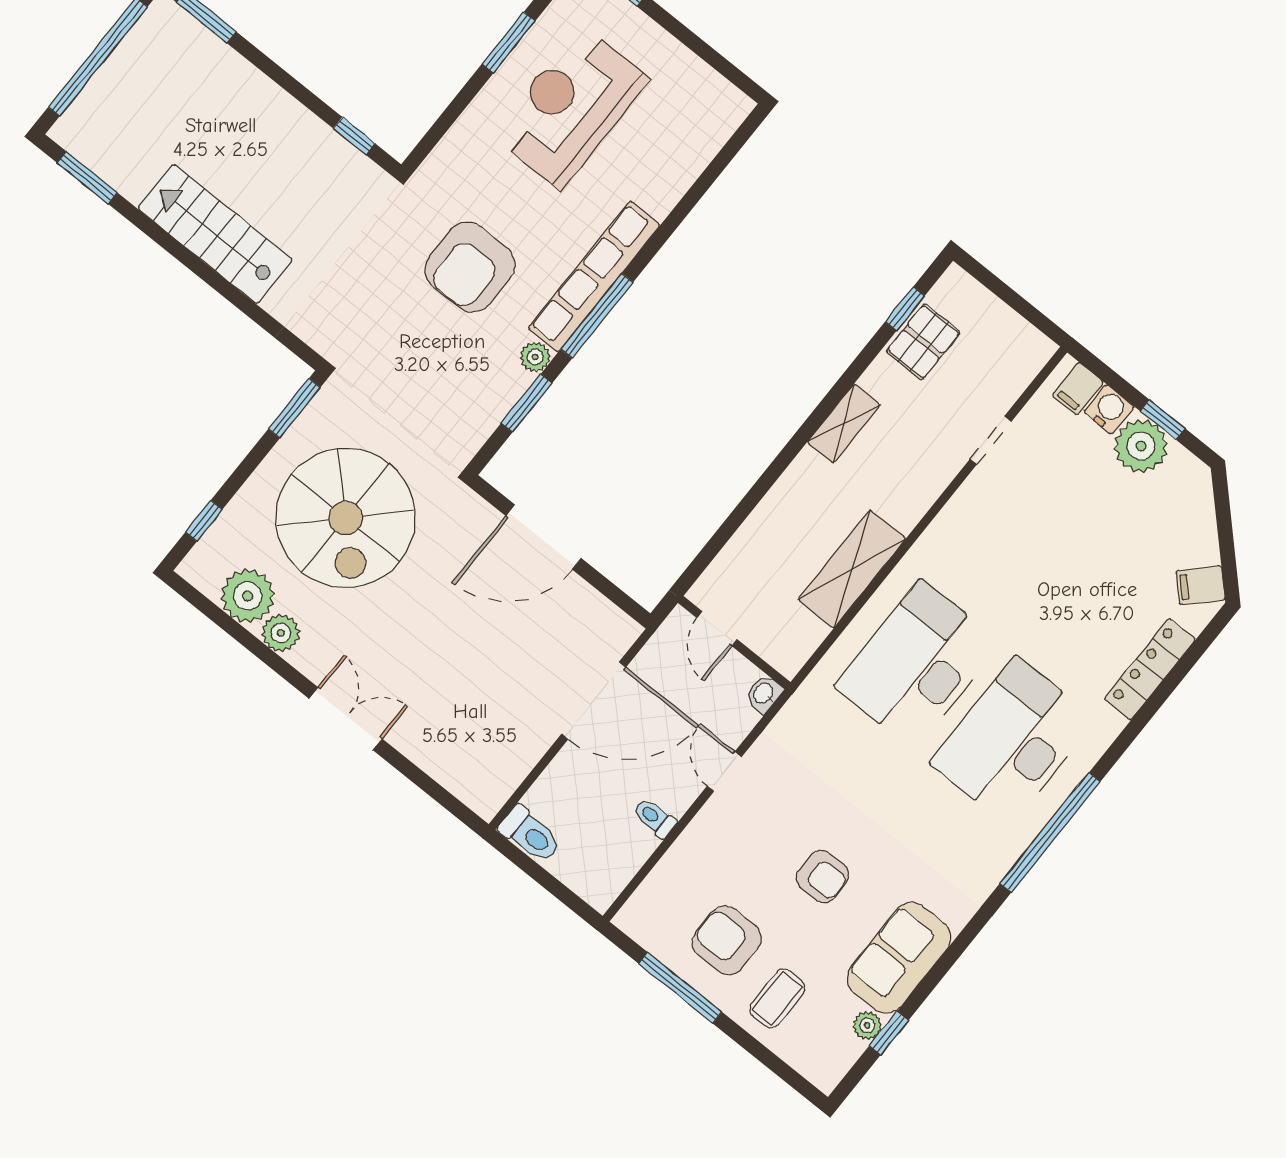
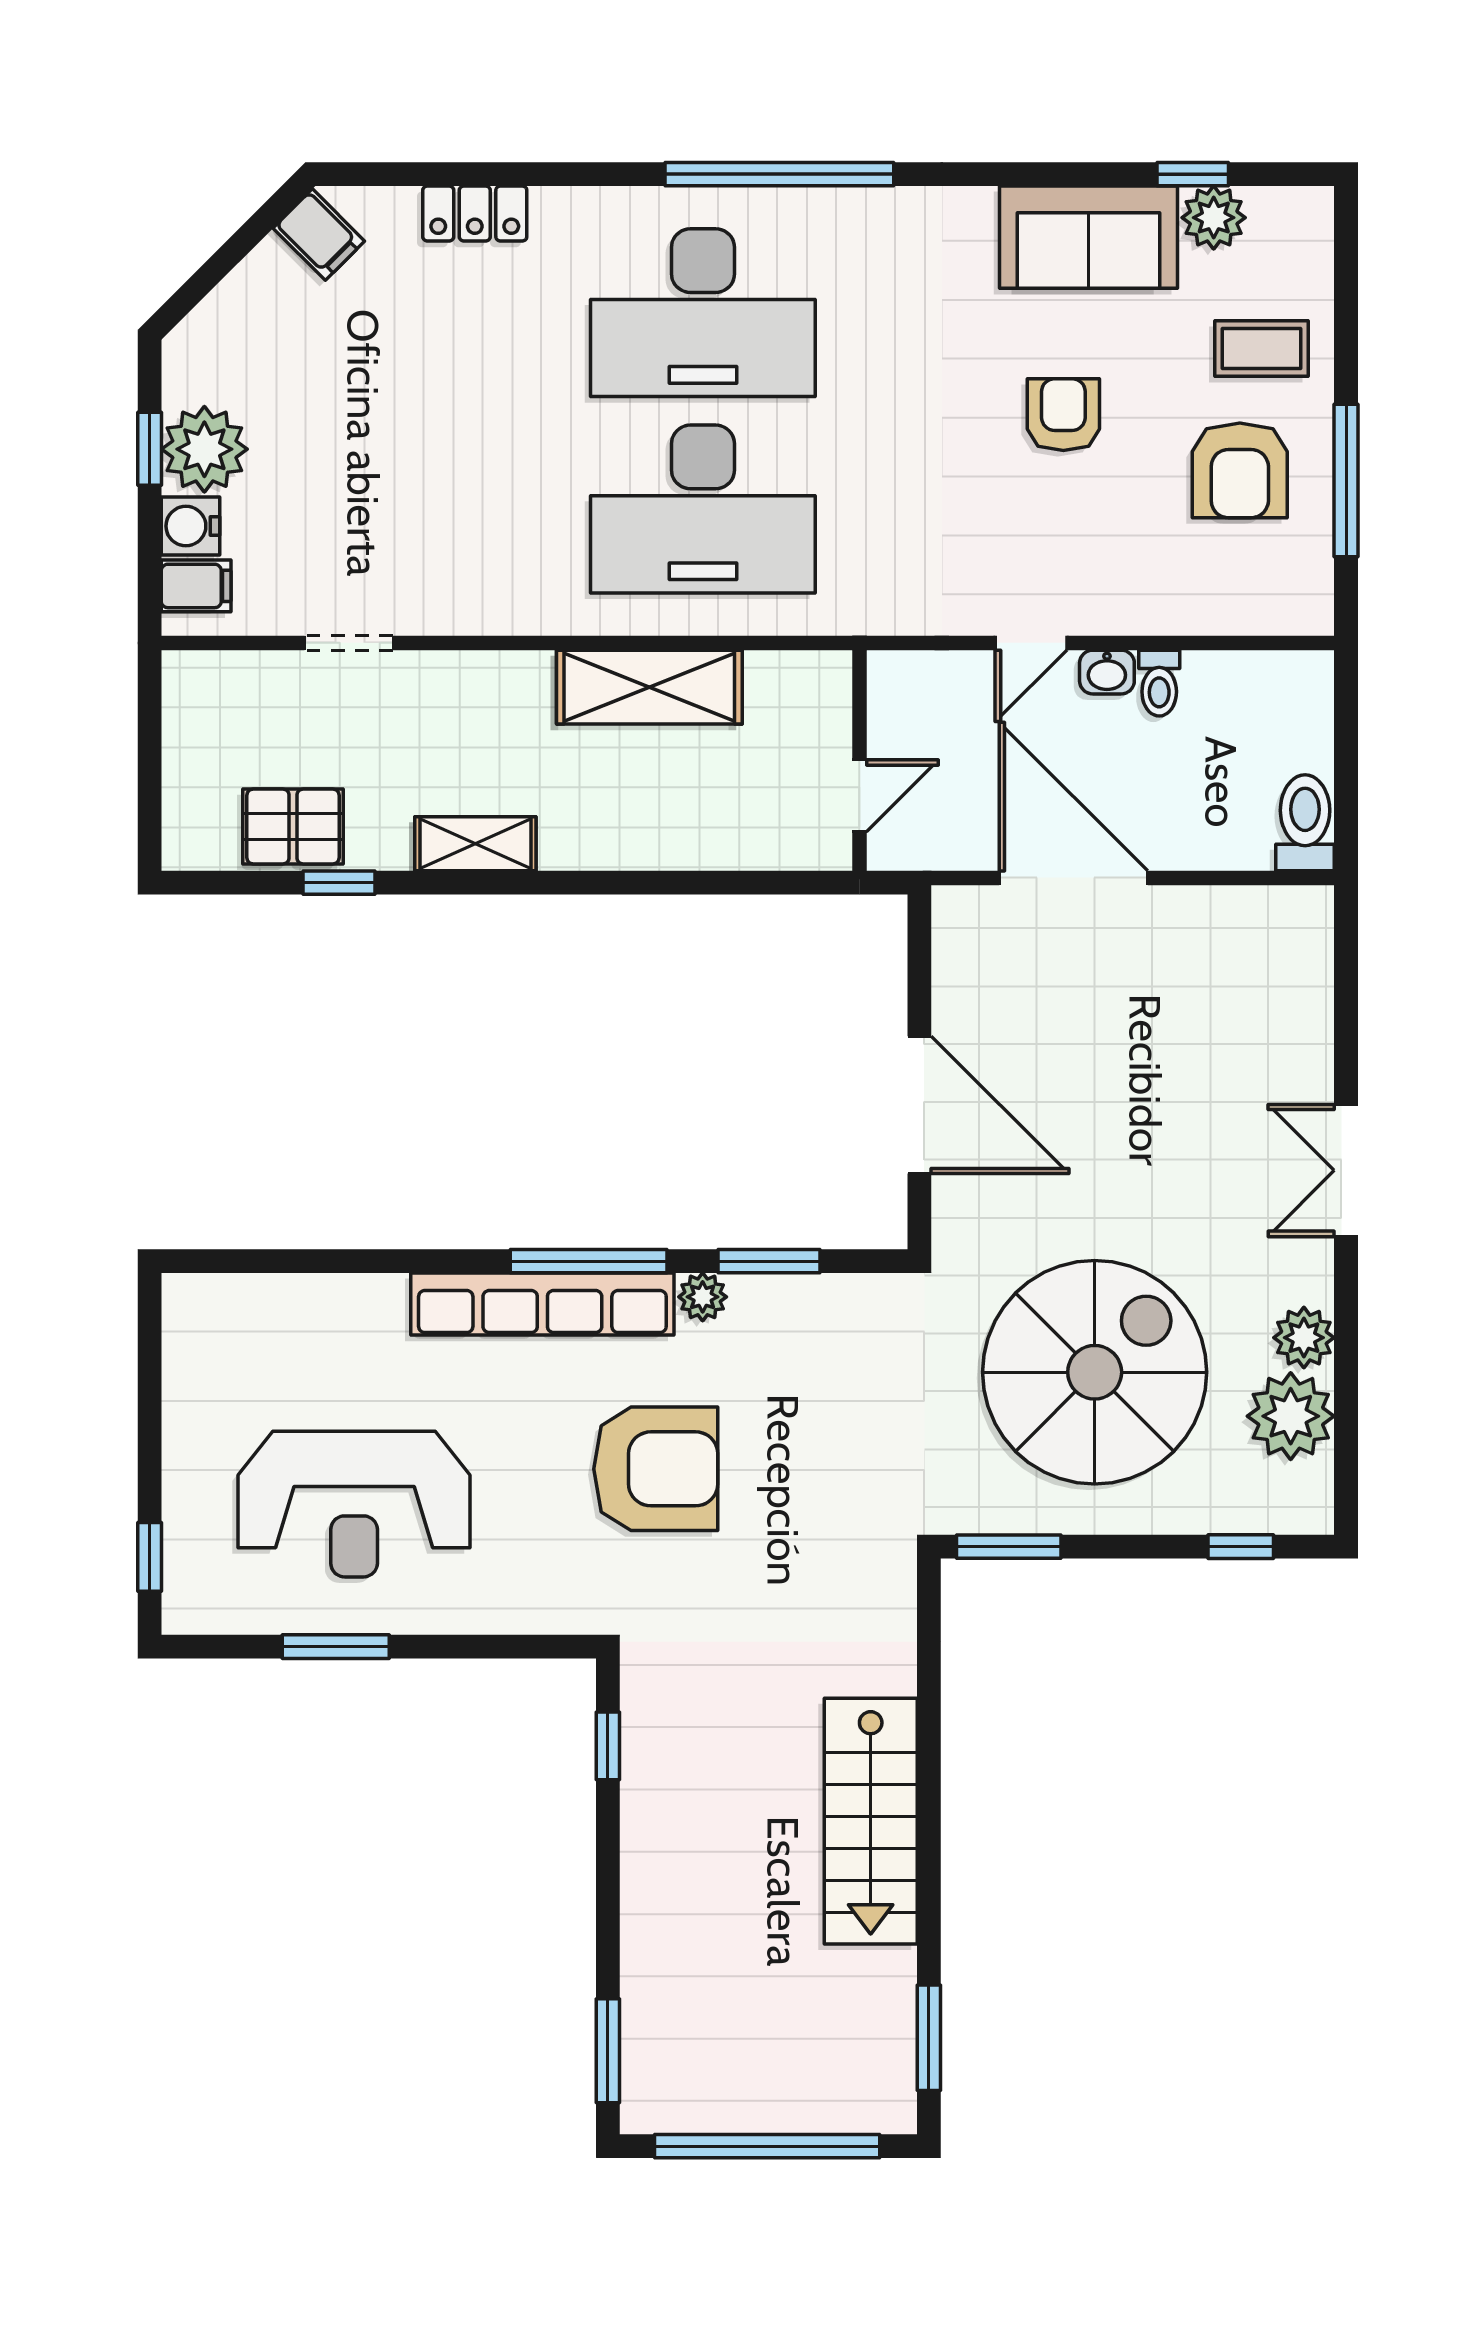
window: (905, 309) -> (339, 883), moved
locker: (1150, 669) -> (475, 214), width x0.66
washbasin: (764, 694) -> (1107, 672), moved
plant: (867, 1025) -> (1214, 218), width x1.38, depth x1.38

